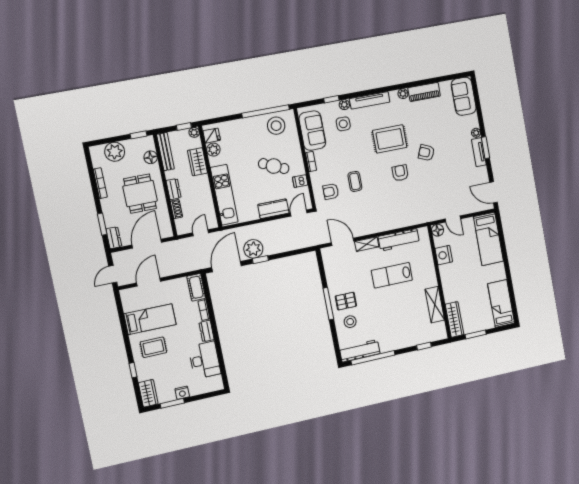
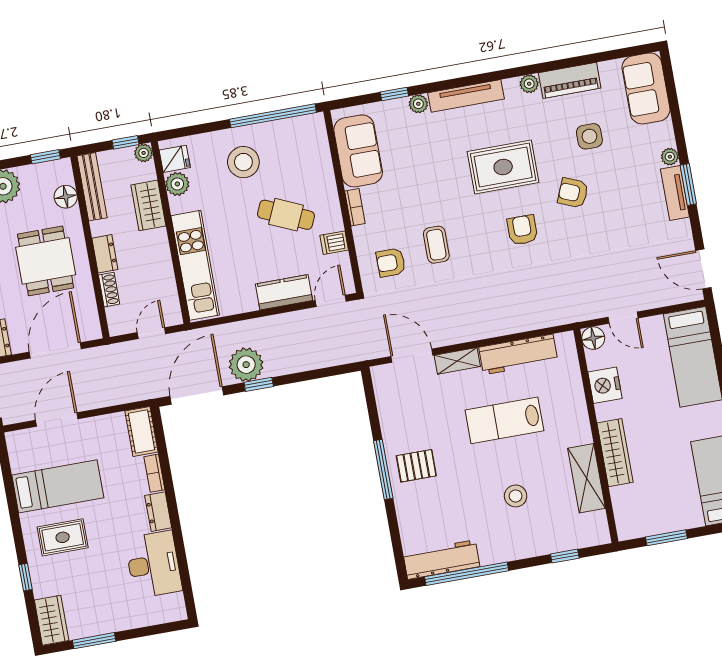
side table: (343, 124) -> (589, 136), moved
stool: (276, 126) -> (243, 162), moved
wardrobe: (454, 319) -> (615, 453), moved
stool: (350, 322) -> (516, 496), moved
nightstand: (182, 393) -> (112, 622), removed

